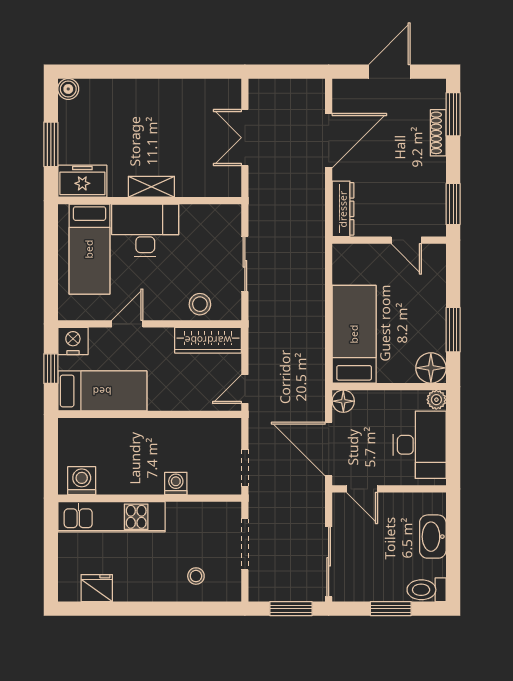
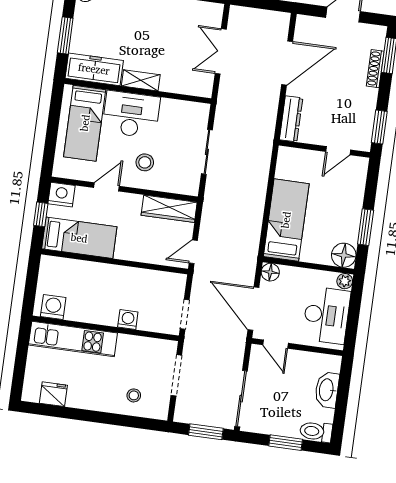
freezer: (82, 181) -> (94, 69), width x1.40
door: (406, 240) -> (338, 151), hinge flipped
stool: (200, 304) -> (145, 162), moved

